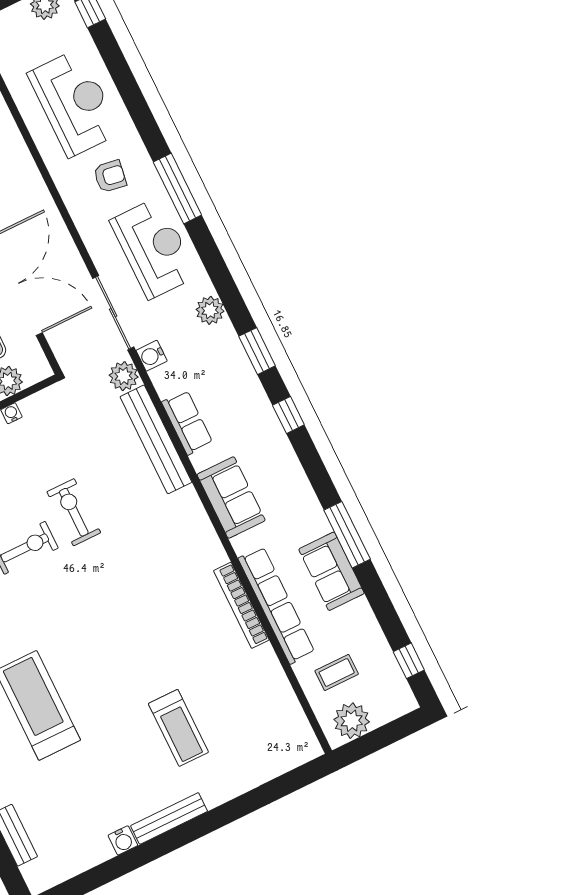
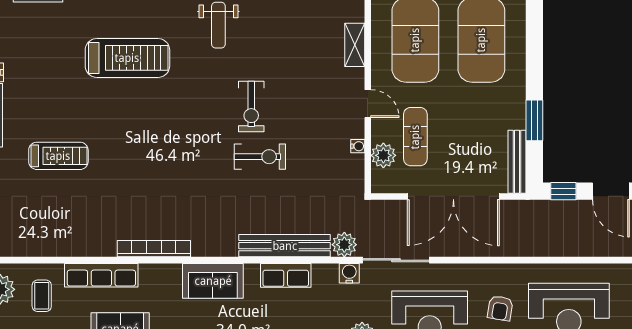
bookcase: (241, 605) -> (154, 249), moved
row of seats: (276, 605) -> (101, 275), width x0.73
treadmill: (178, 728) -> (58, 156), turned 180

